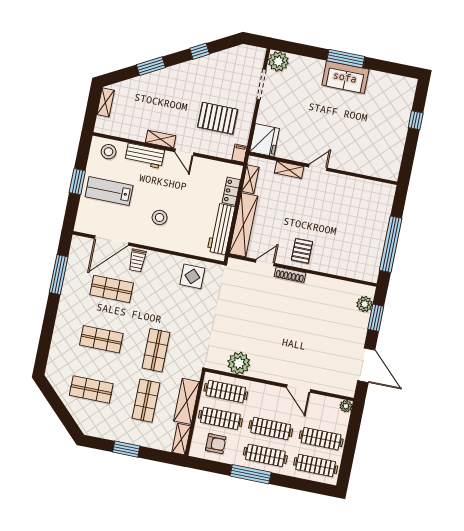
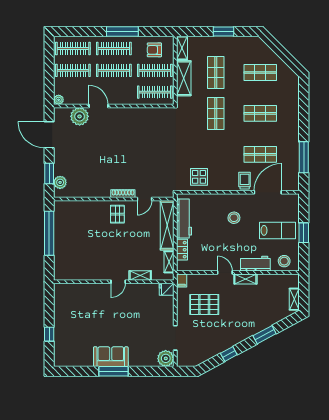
fridge: (264, 140) -> (167, 289), width x0.53, depth x0.75
plant: (239, 363) -> (80, 116), moved

